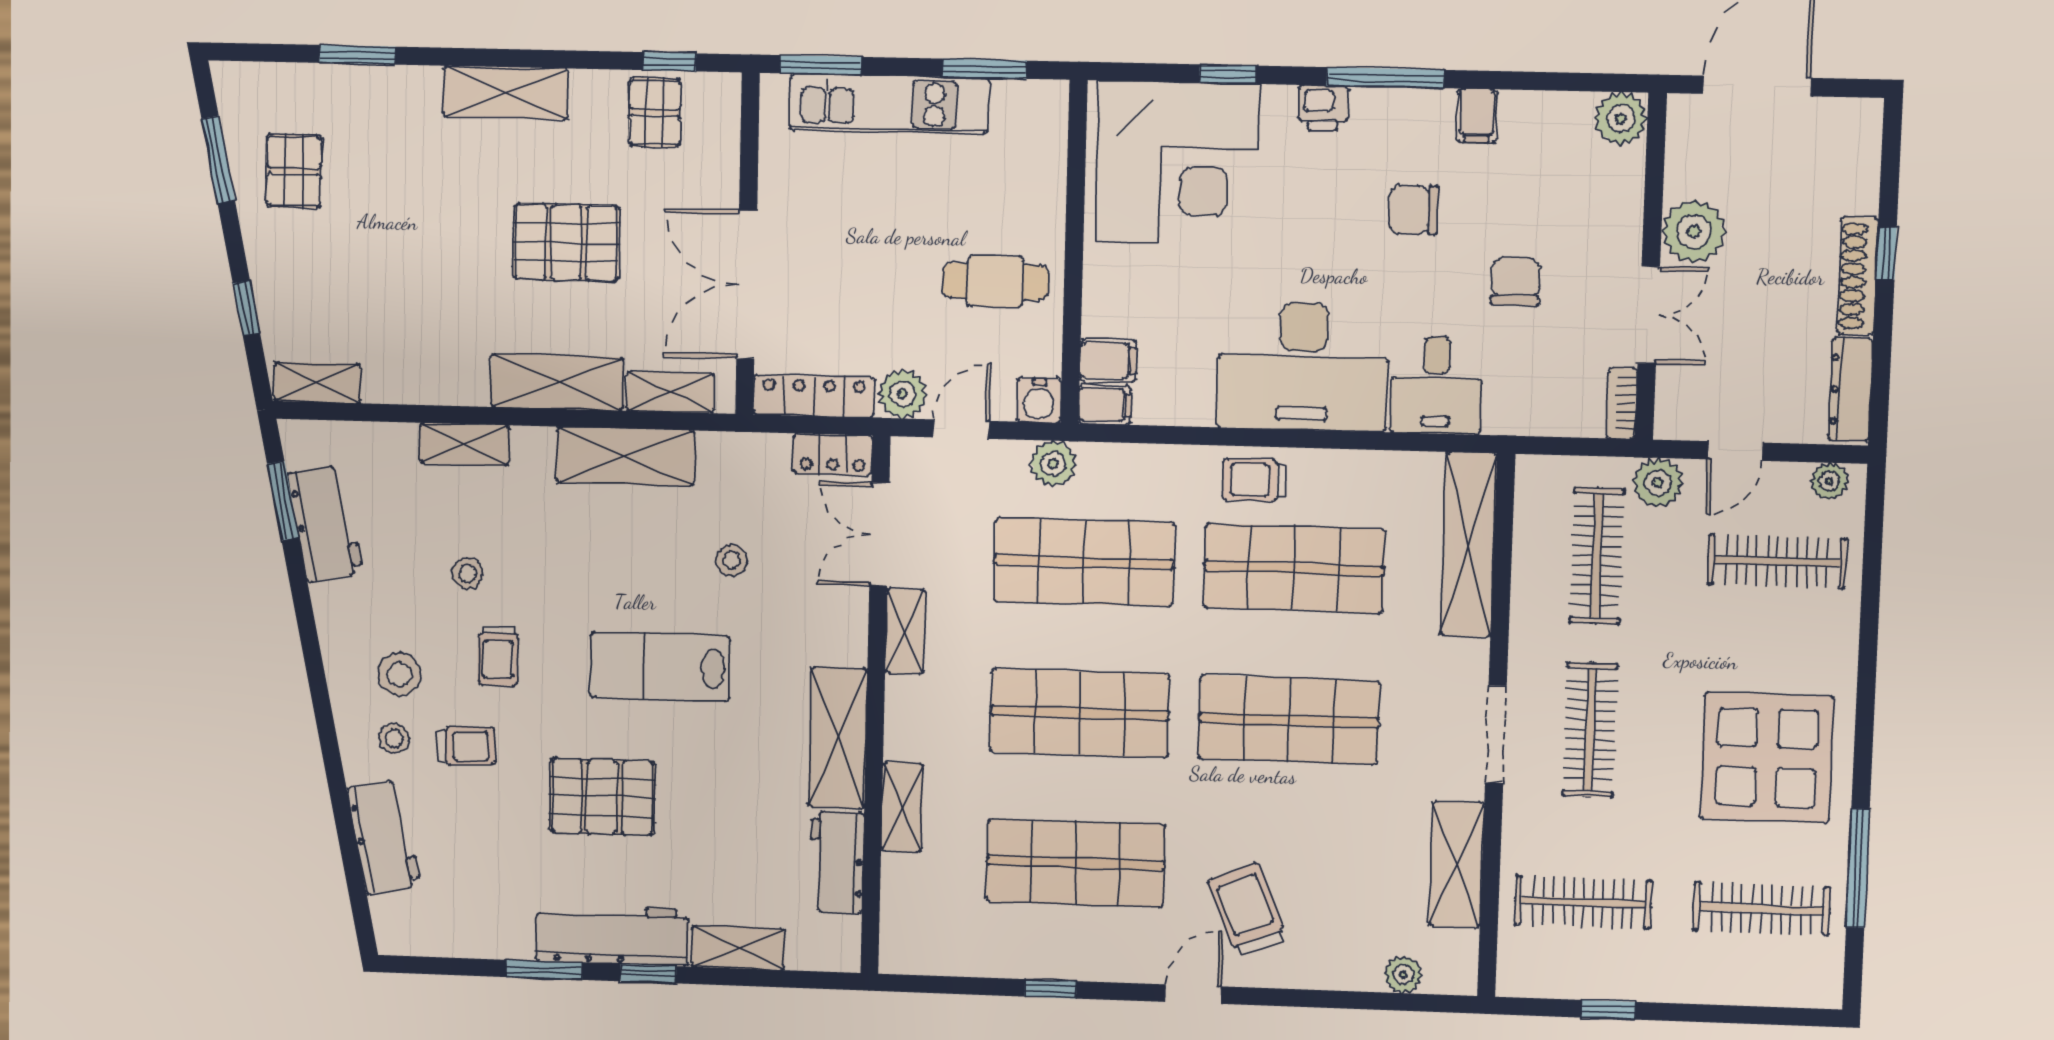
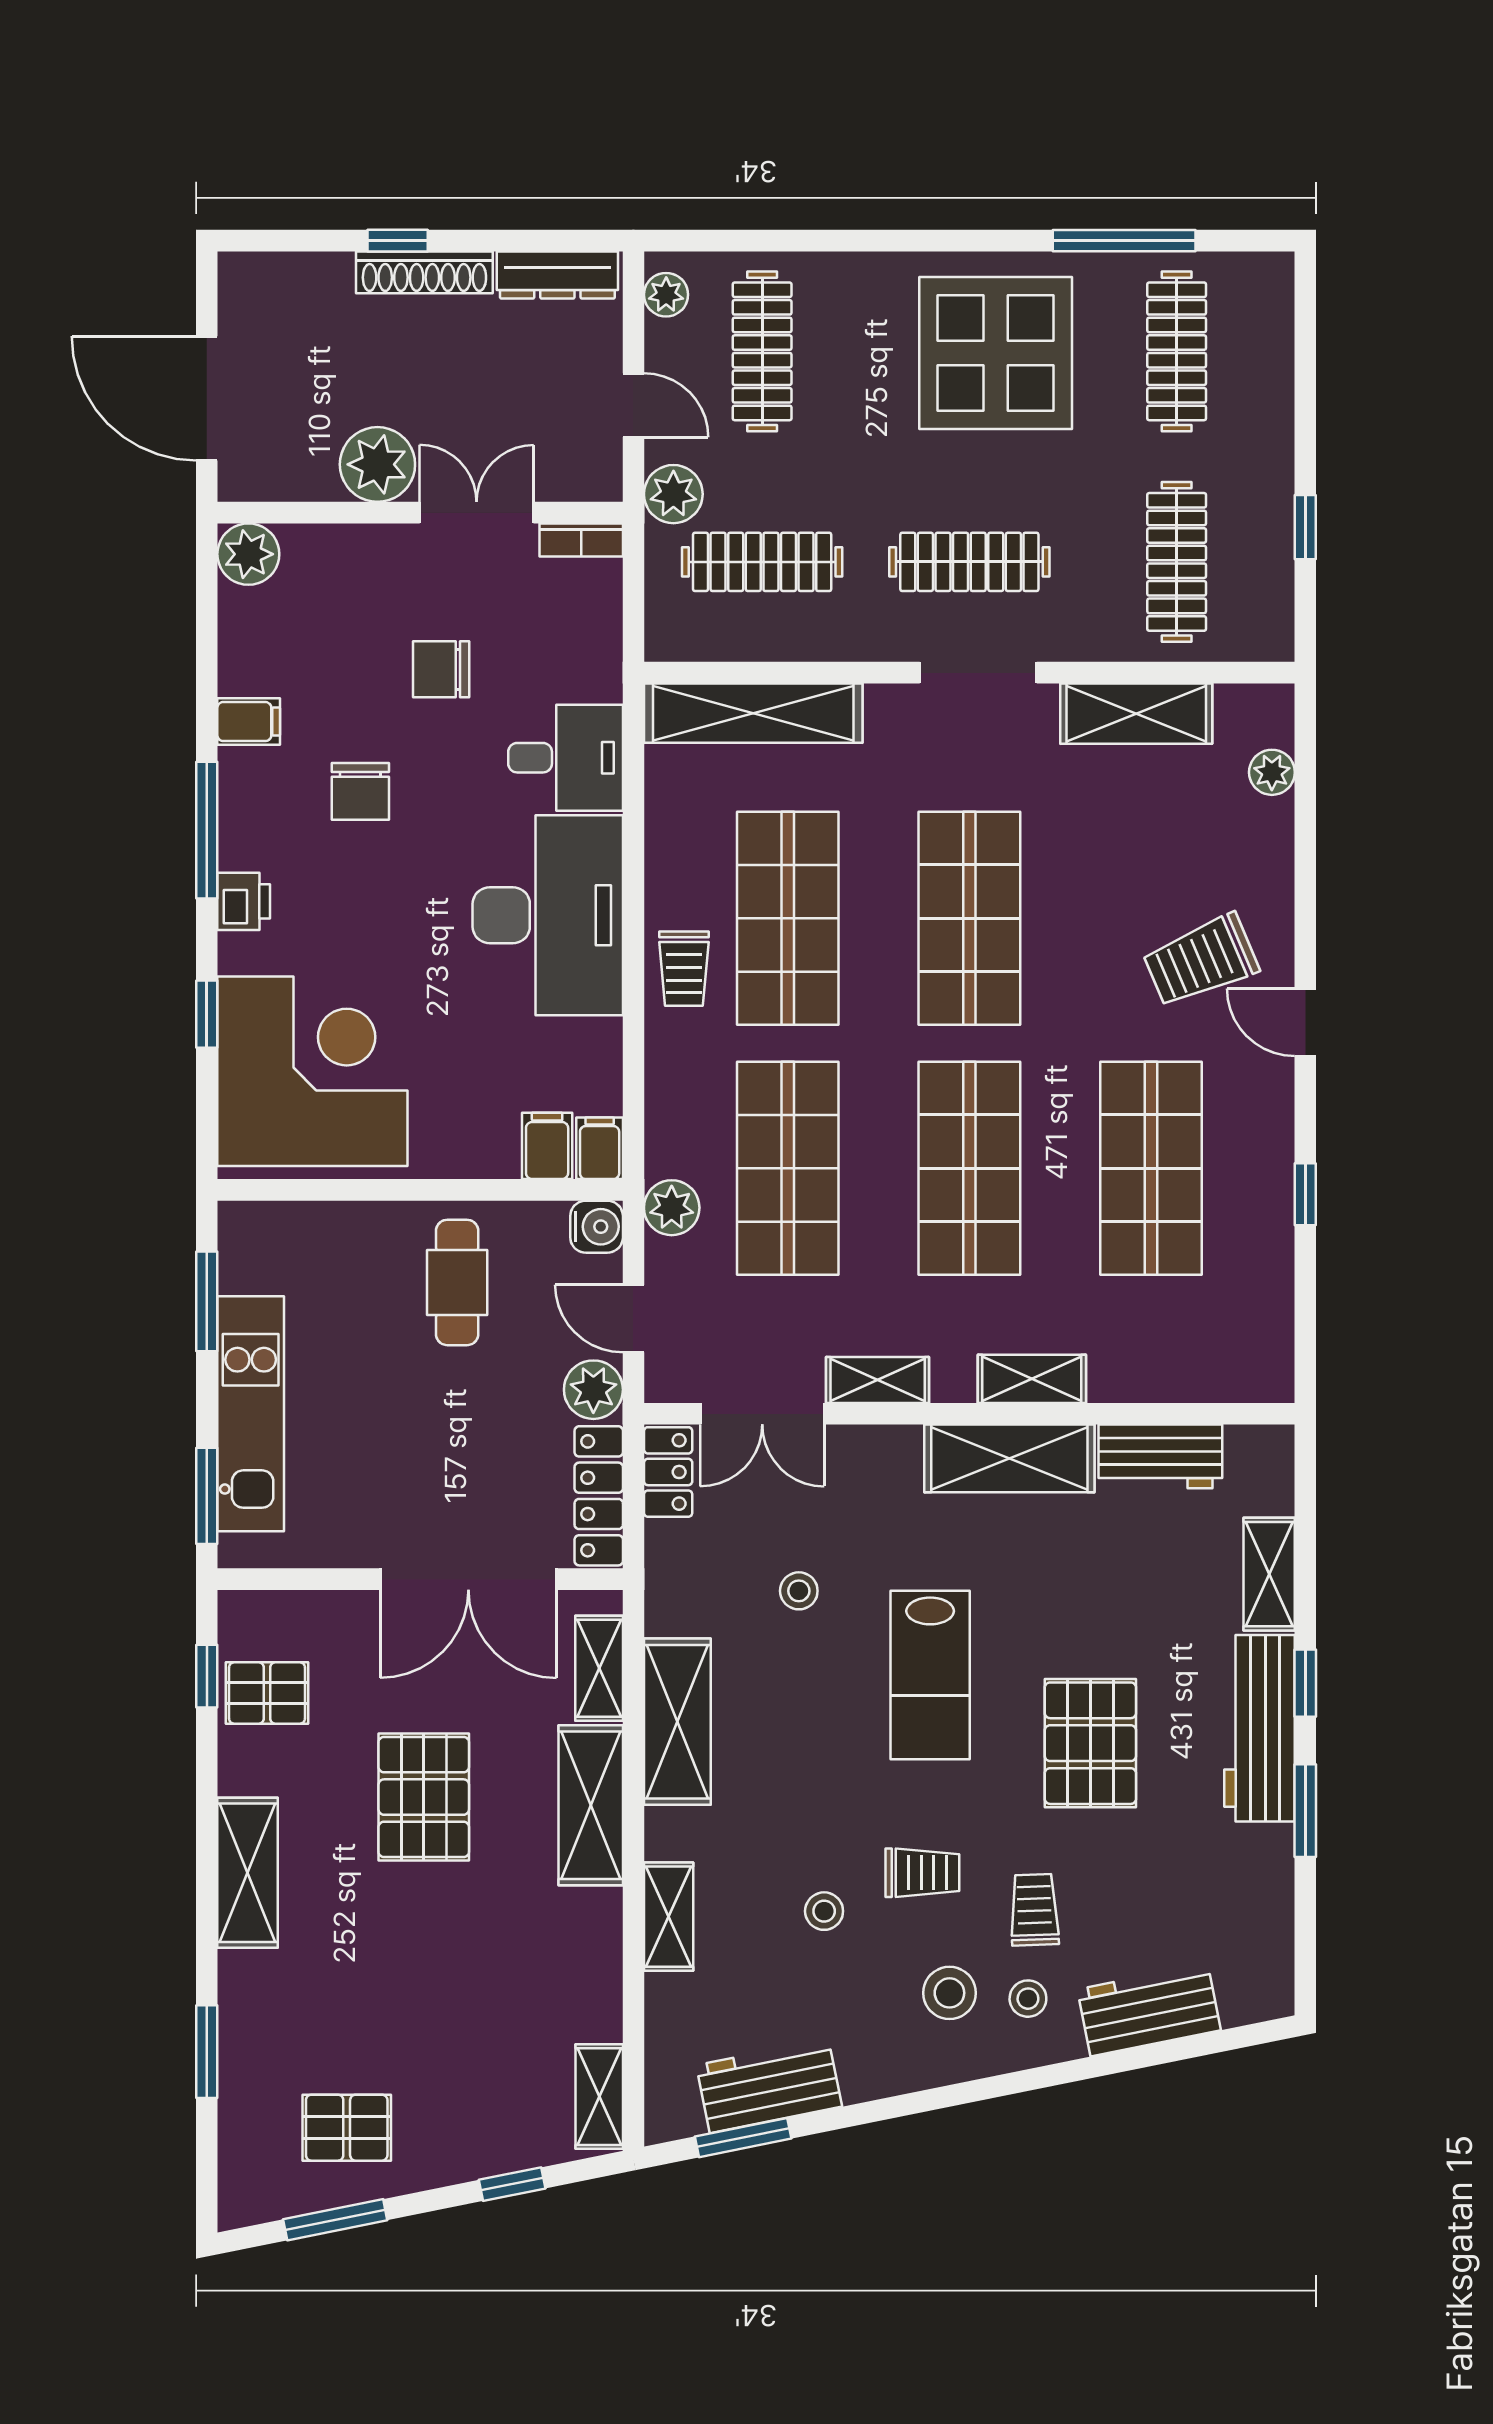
shelving: (902, 807) -> (1032, 1379), moved

